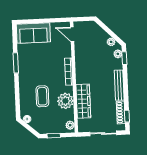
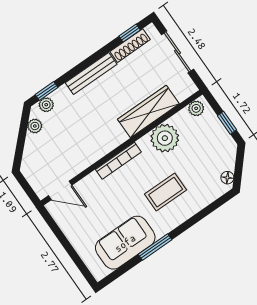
sofa: (33, 33) -> (125, 243), moved, turned -90
door: (72, 34) -> (60, 190), hinge flipped
coffee table: (42, 96) -> (166, 192), moved

